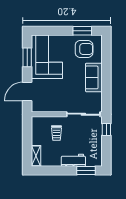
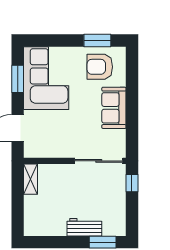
armchair: (84, 49) -> (100, 67), turned 180
trolley: (56, 133) -> (60, 188), removed
shelving: (36, 156) -> (30, 179), moved

